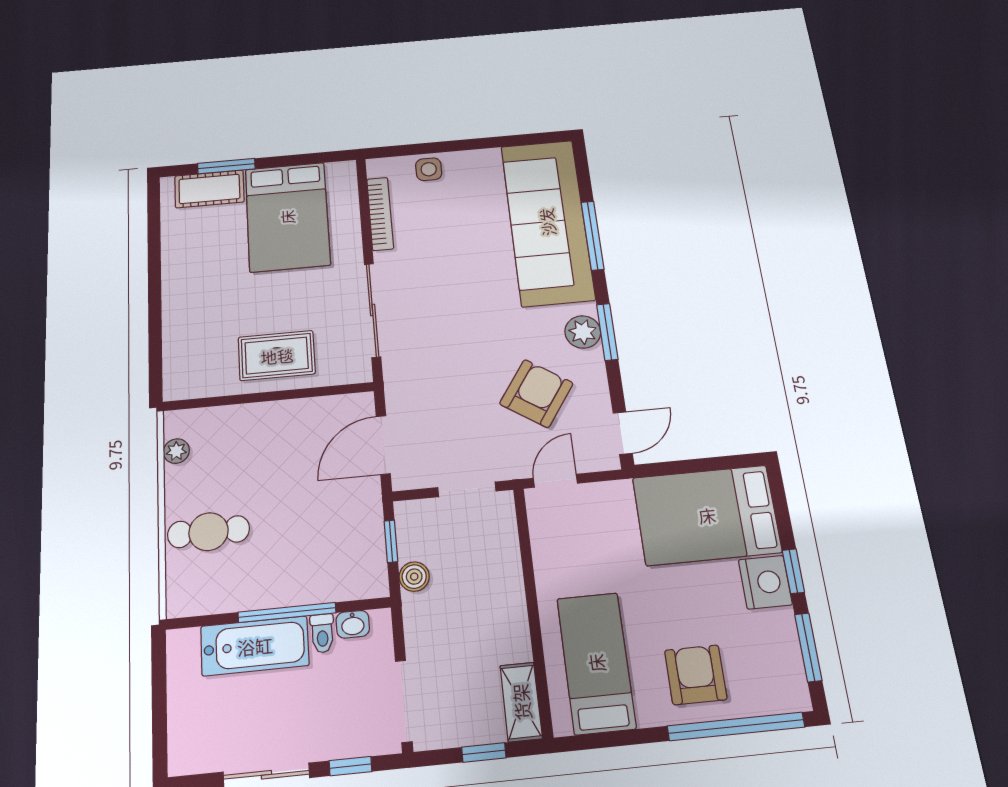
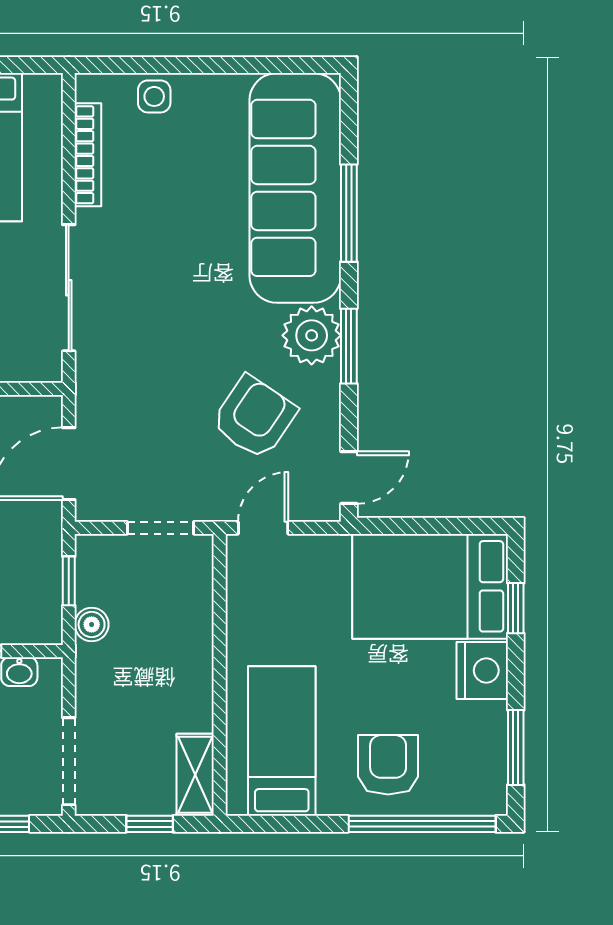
plant: (583, 332) -> (312, 335), width x1.36, depth x1.36
window: (793, 571) -> (516, 608), moved

